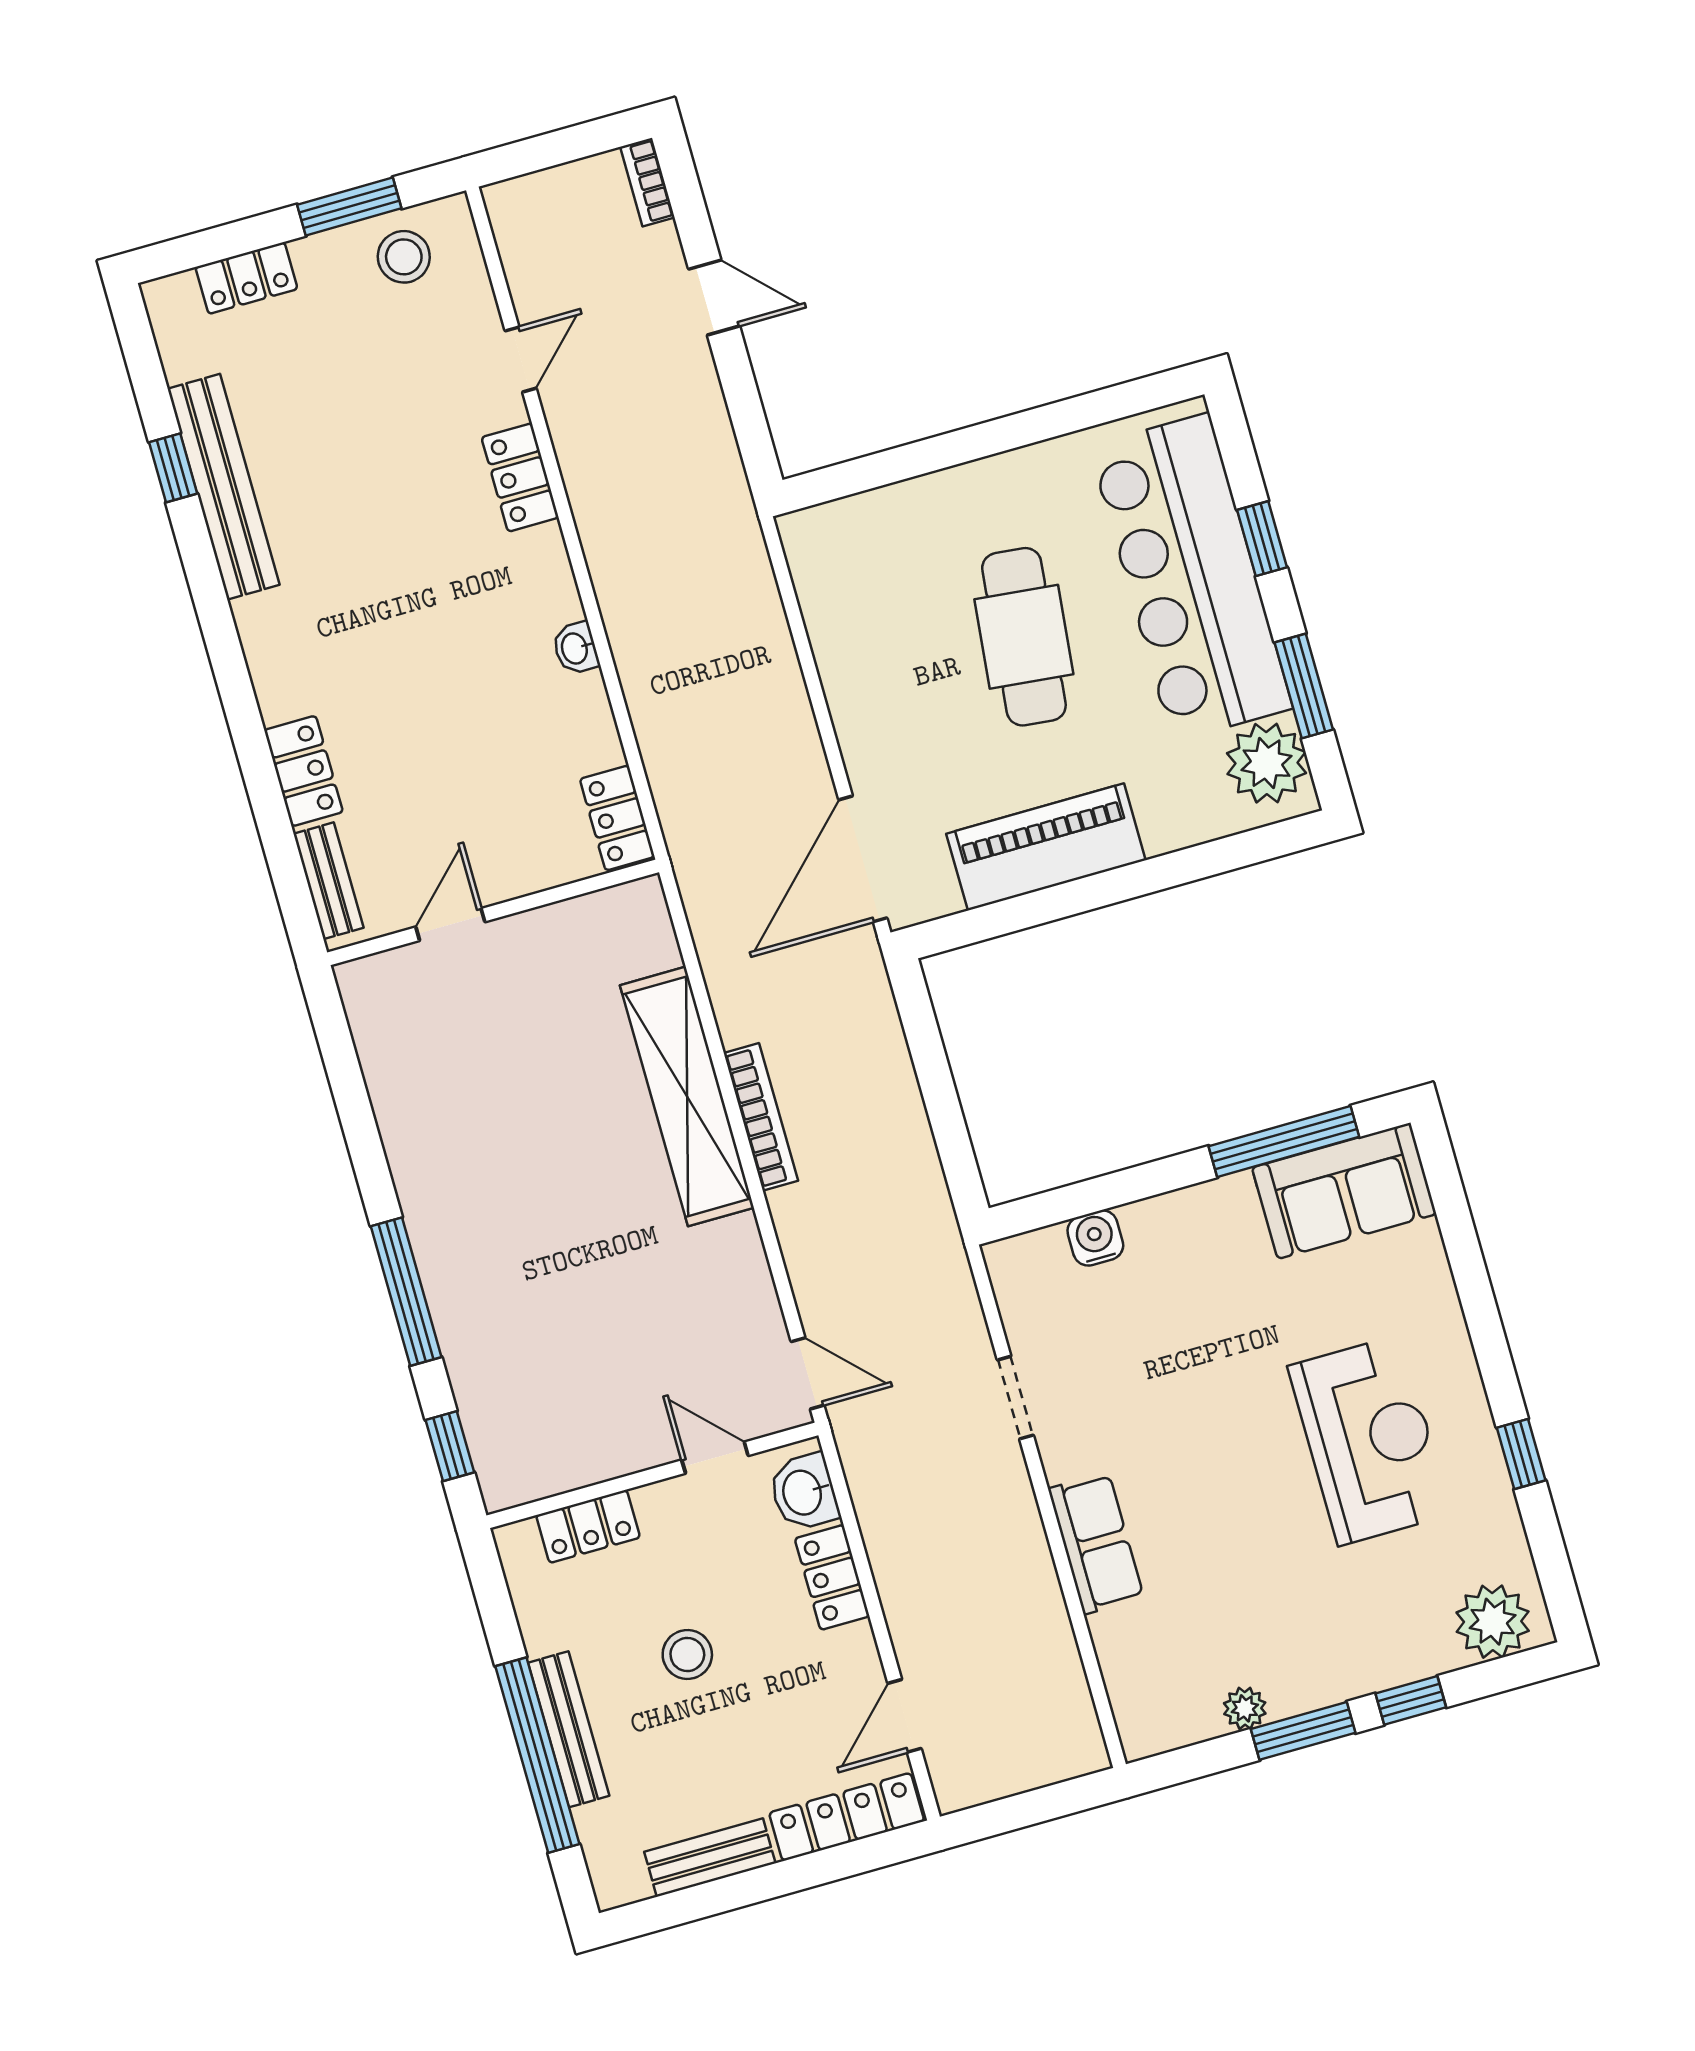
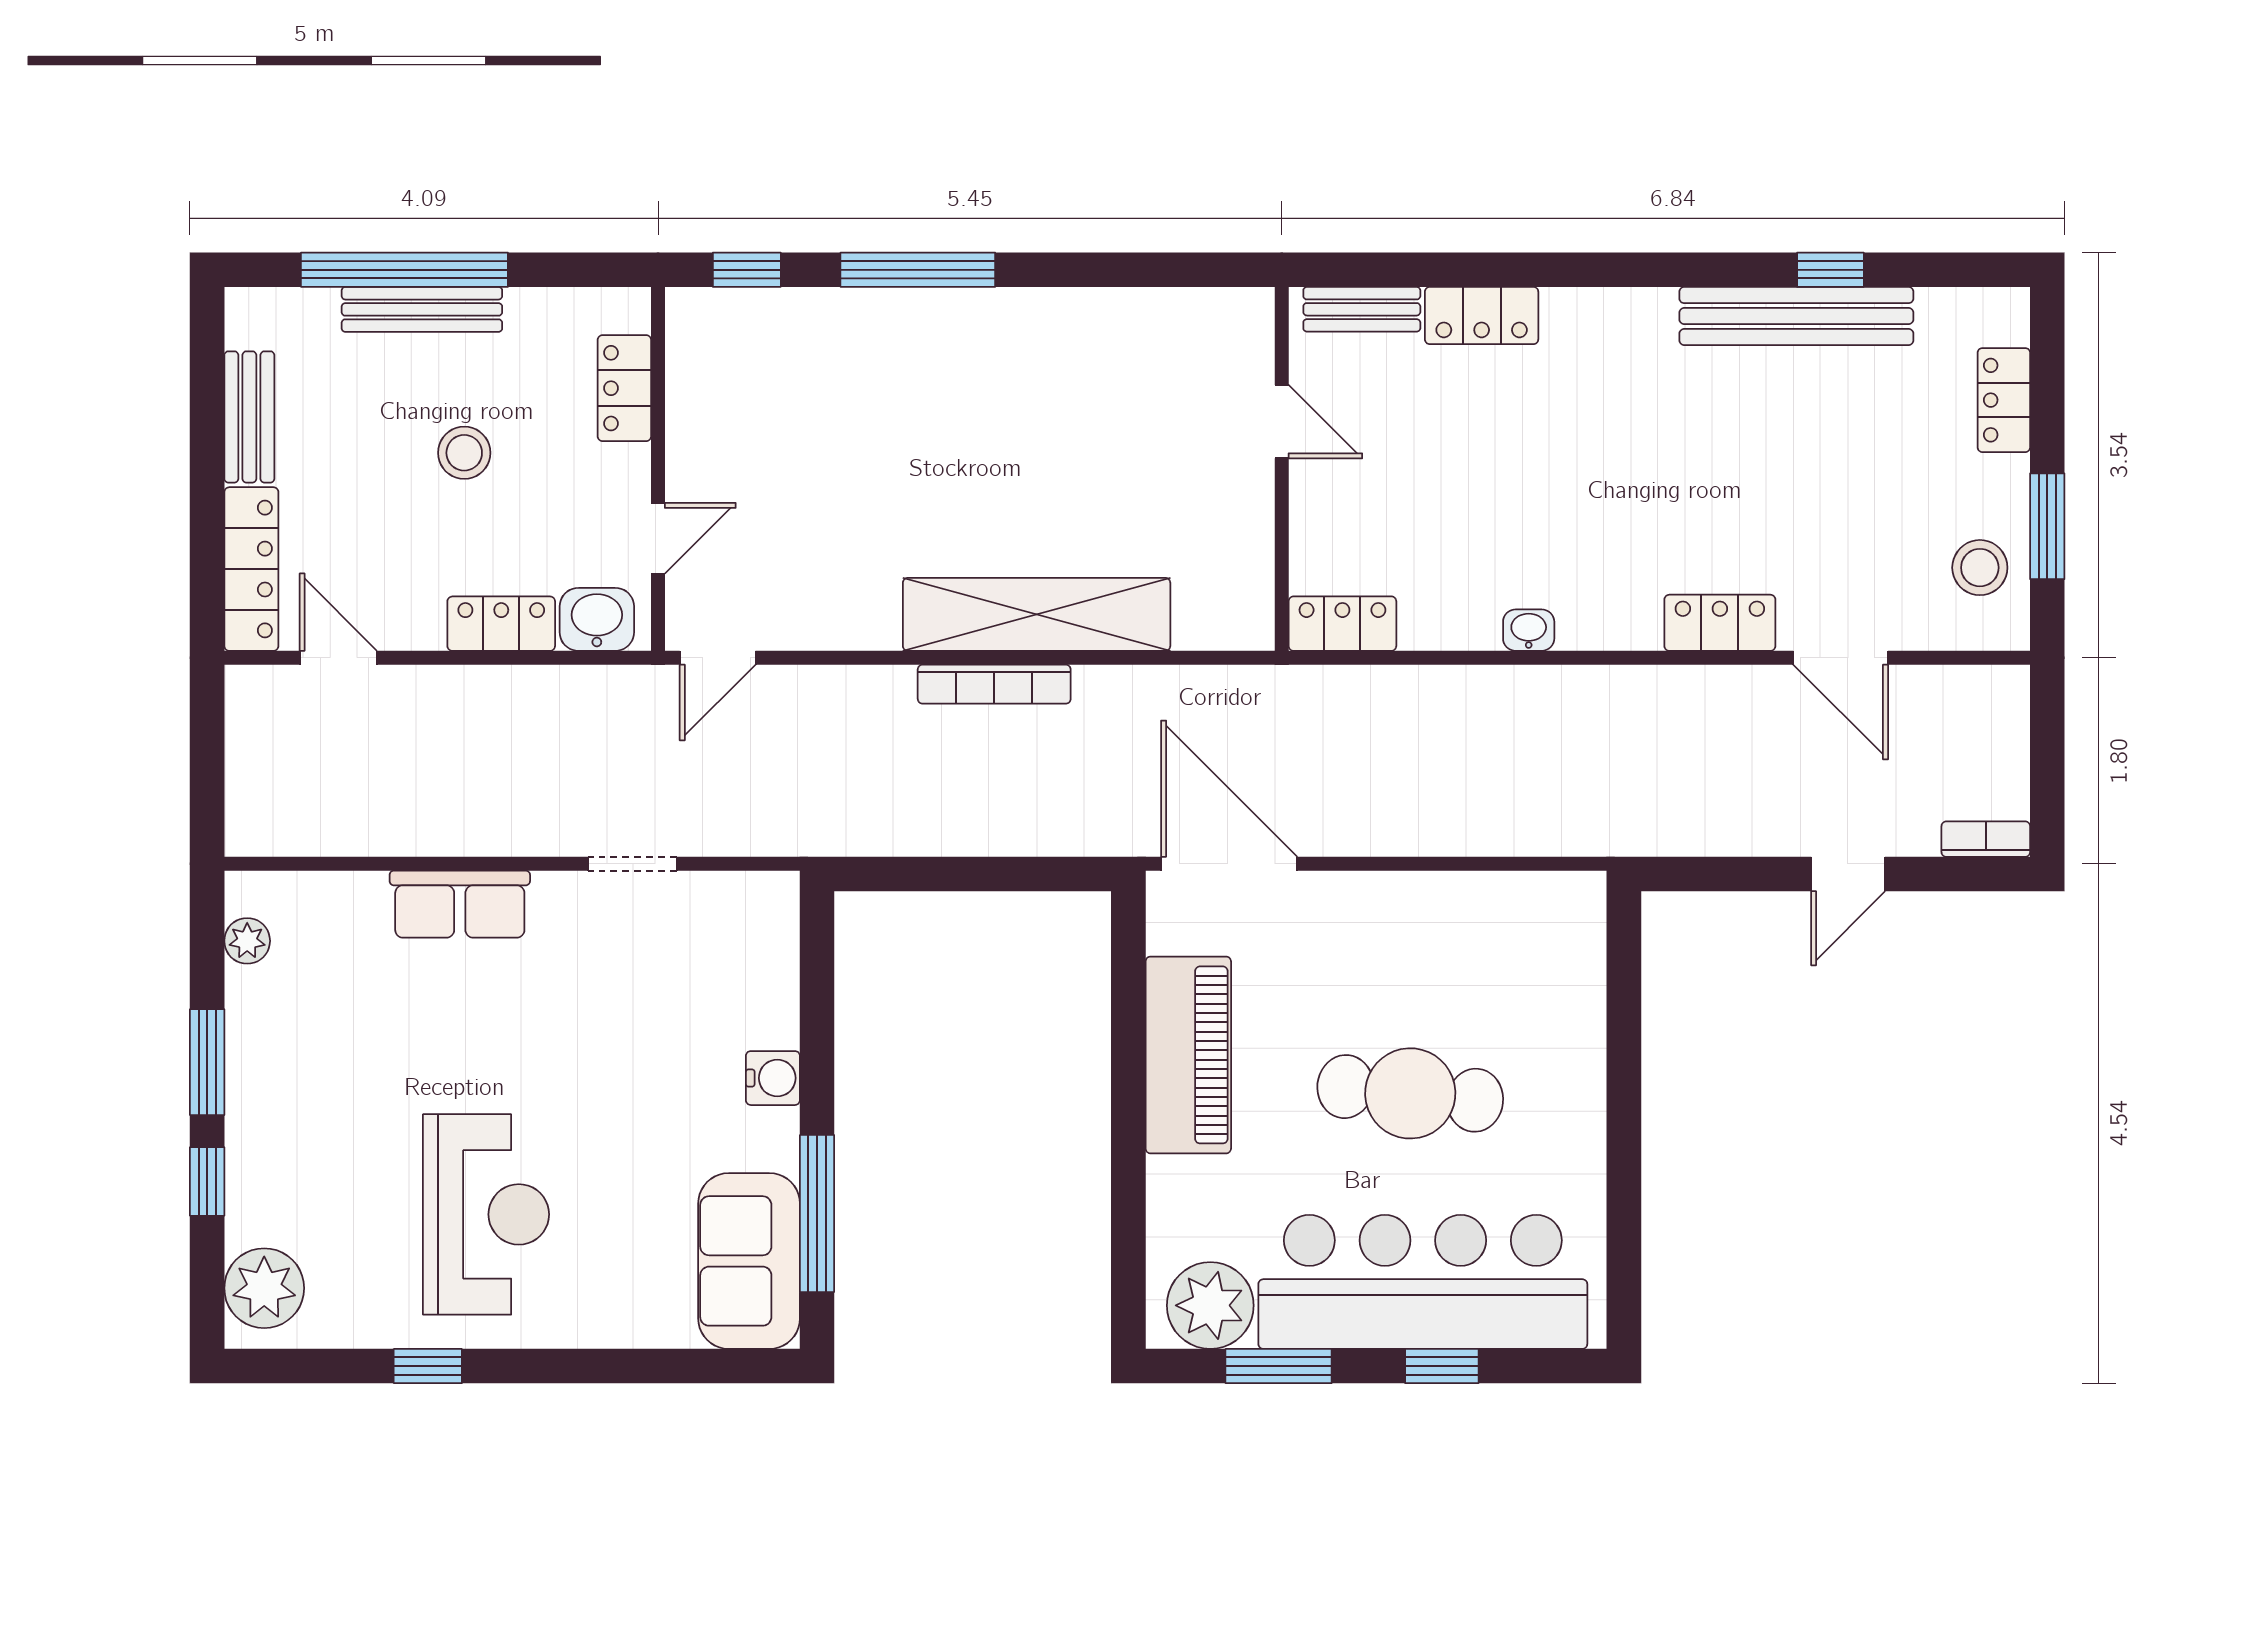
door: (521, 359) -> (1841, 658), width x1.38
water cooler: (1095, 1238) -> (773, 1078), moved
reception desk: (1369, 1440) -> (486, 1214), turned -90
plant: (1245, 1708) -> (247, 941), moved

